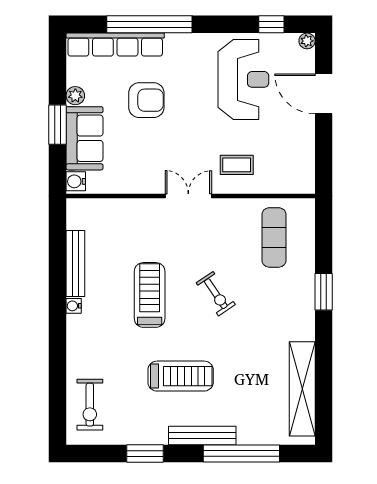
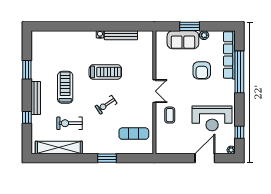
water cooler: (76, 181) -> (162, 35), removed
treadmill: (181, 376) -> (65, 87), turned 180
exercise bike: (90, 405) -> (70, 123), moved
window: (241, 453) -> (27, 117), width x0.32

